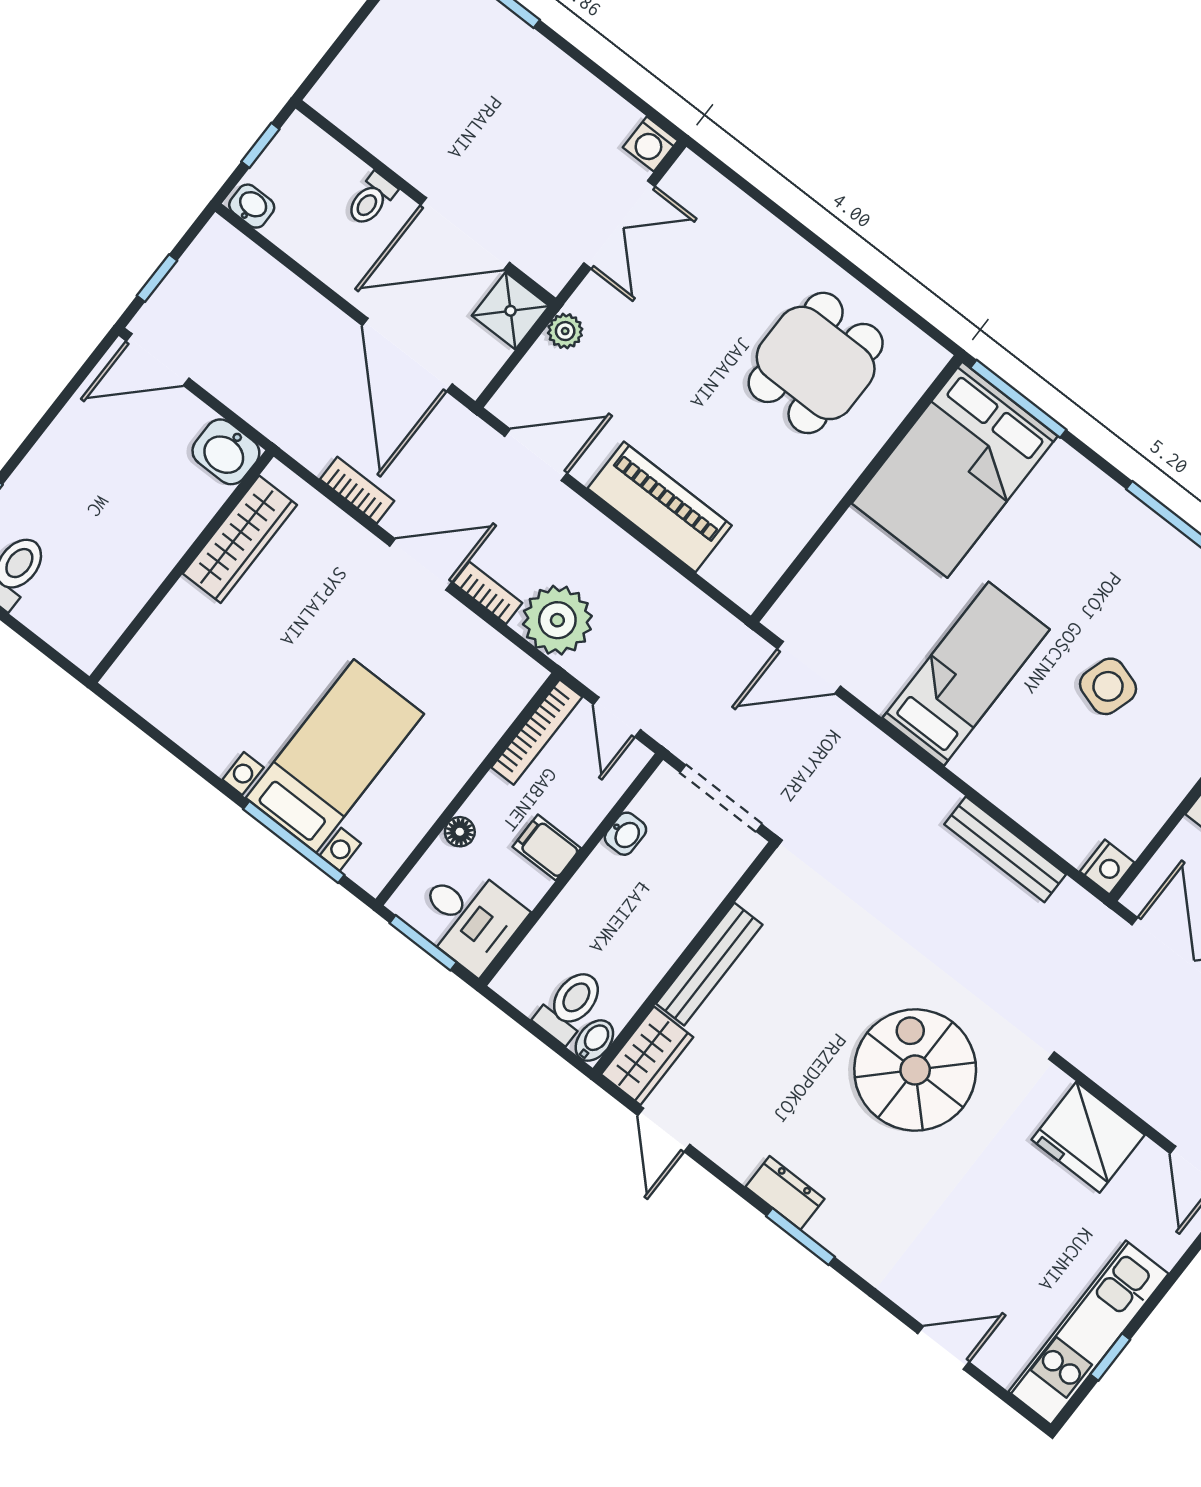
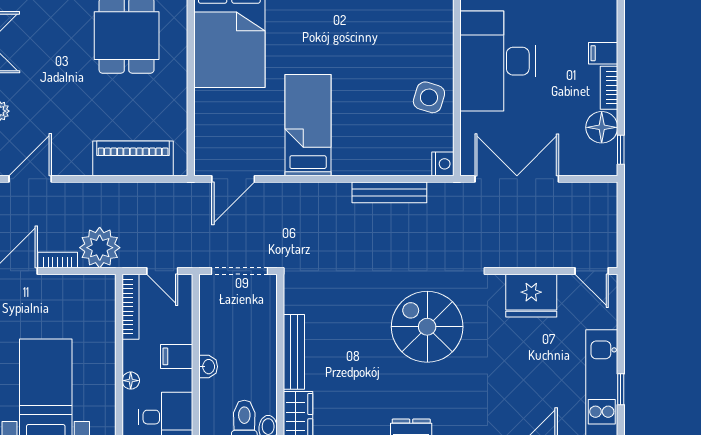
piano: (660, 507) -> (133, 158), moved
side table: (1108, 686) -> (429, 97), moved
washbasin: (625, 834) -> (208, 367), moved

